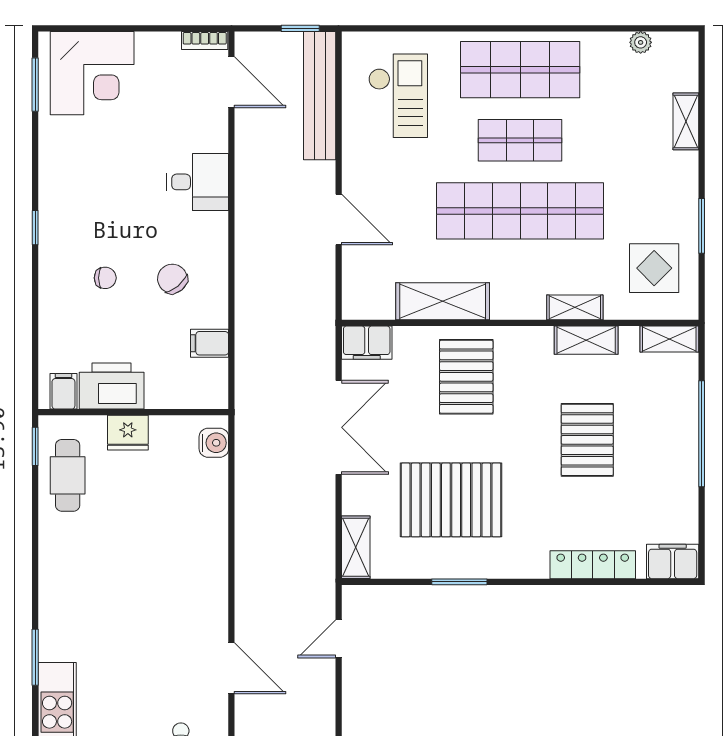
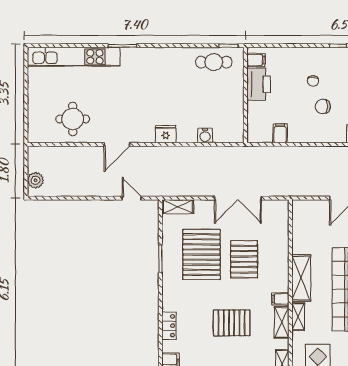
chair: (172, 279) -> (323, 107), moved, turned -140
shelving: (443, 301) -> (301, 278), moved
filing cabinet: (367, 343) -> (280, 299), moved, width x0.50
pallet: (466, 377) -> (244, 259), moved, turned 90
fridge: (128, 433) -> (166, 134), moved, turned 90
water cooler: (214, 443) -> (205, 135), moved
locker: (593, 565) -> (169, 326), width x0.66

